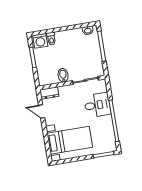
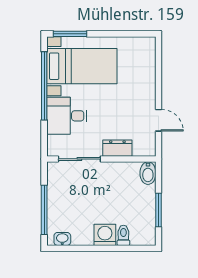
washing machine: (40, 41) -> (105, 235), moved
bidet: (63, 75) -> (148, 173), moved
dresser: (49, 93) -> (117, 148), moved
bed with nightstands: (70, 140) -> (82, 66), moved, turned 180

